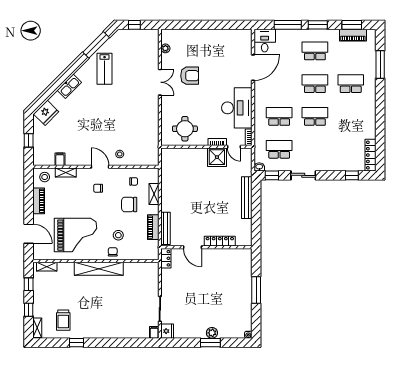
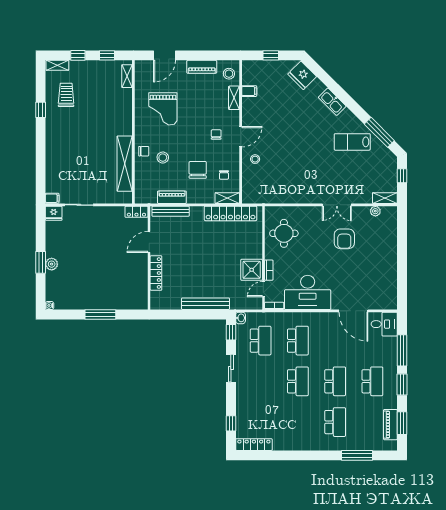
shelving: (154, 40) -> (385, 198), added
locker: (167, 176) -> (231, 213), added
shelving: (154, 194) -> (227, 198), moved
grand piano: (76, 235) -> (163, 109), width x0.73, depth x0.68
shelving: (99, 269) -> (125, 164), moved
trolley: (63, 320) -> (66, 95), turned 90

